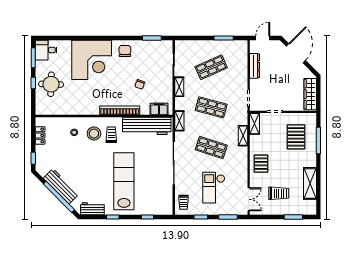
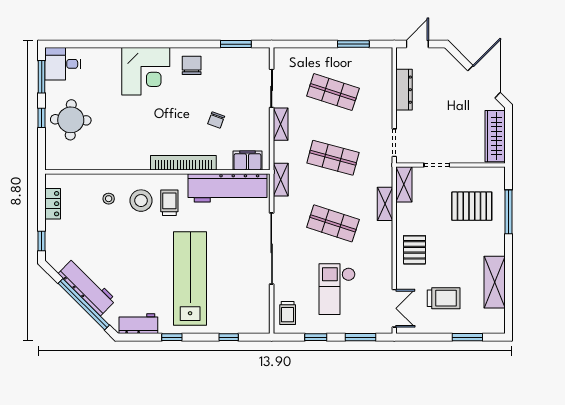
door: (296, 53) -> (484, 82), moved
corner desk: (92, 60) -> (146, 71), width x0.74, depth x0.74
shop shelf: (211, 67) -> (333, 92), turned 42
pallet: (296, 137) -> (472, 206), turned 90

